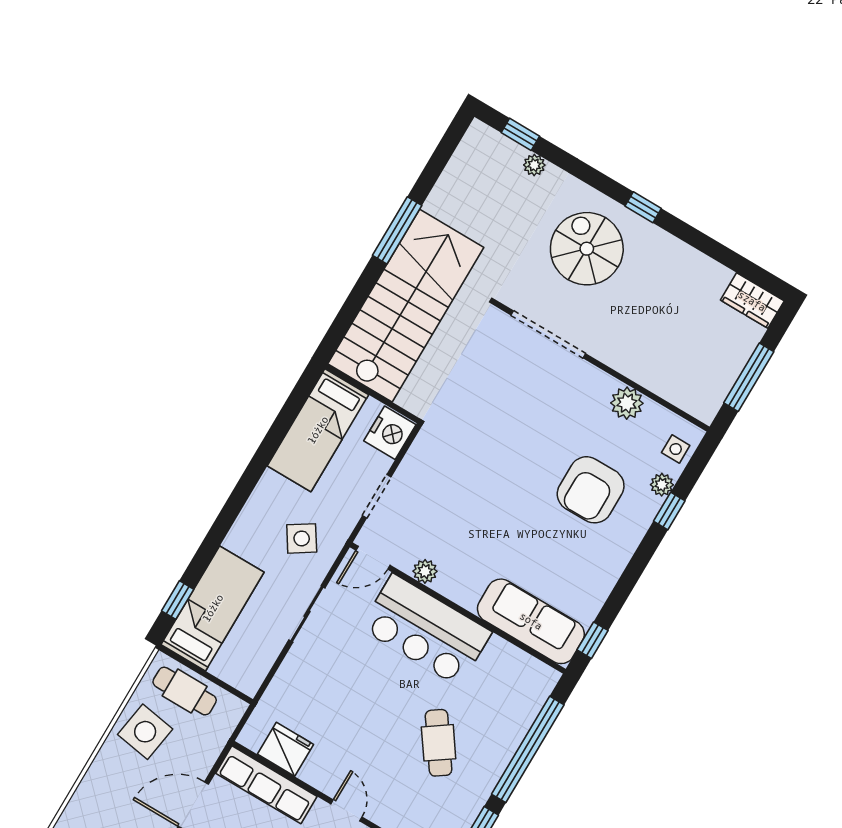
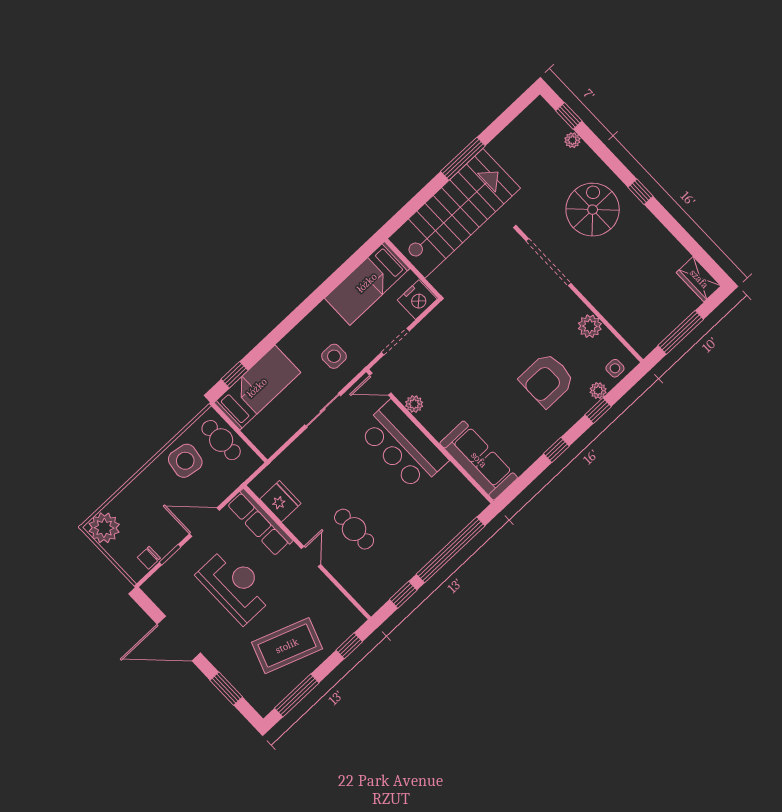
side table: (302, 538) -> (334, 356), turned 33
window: (593, 640) -> (556, 450), moved
cafe table: (439, 743) -> (354, 529), moved, turned -55

